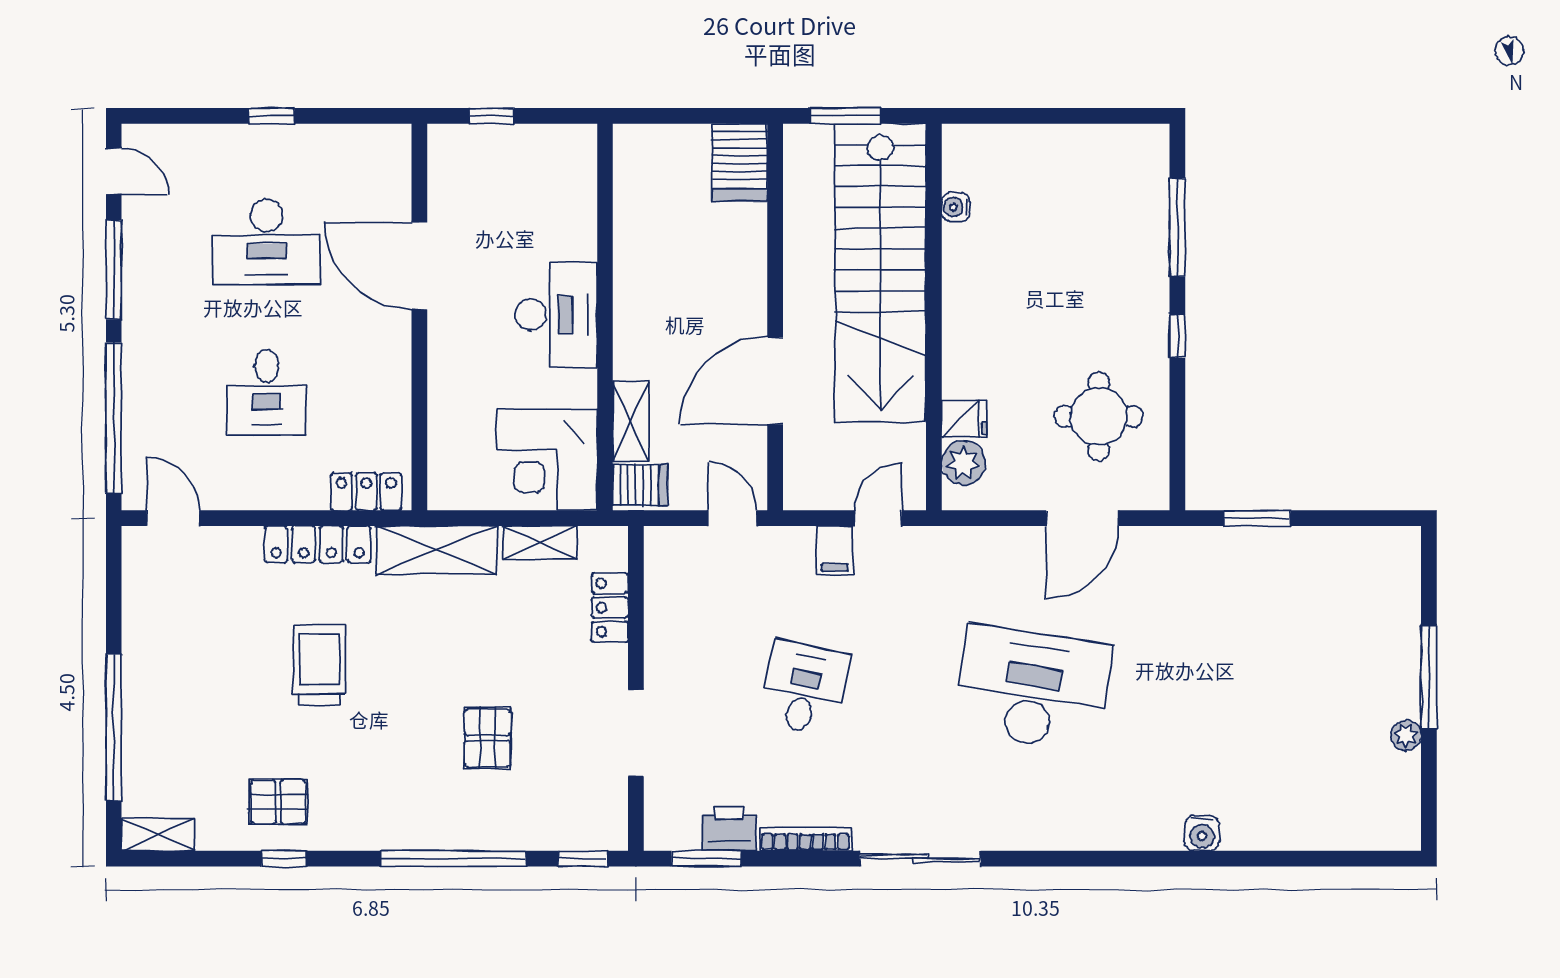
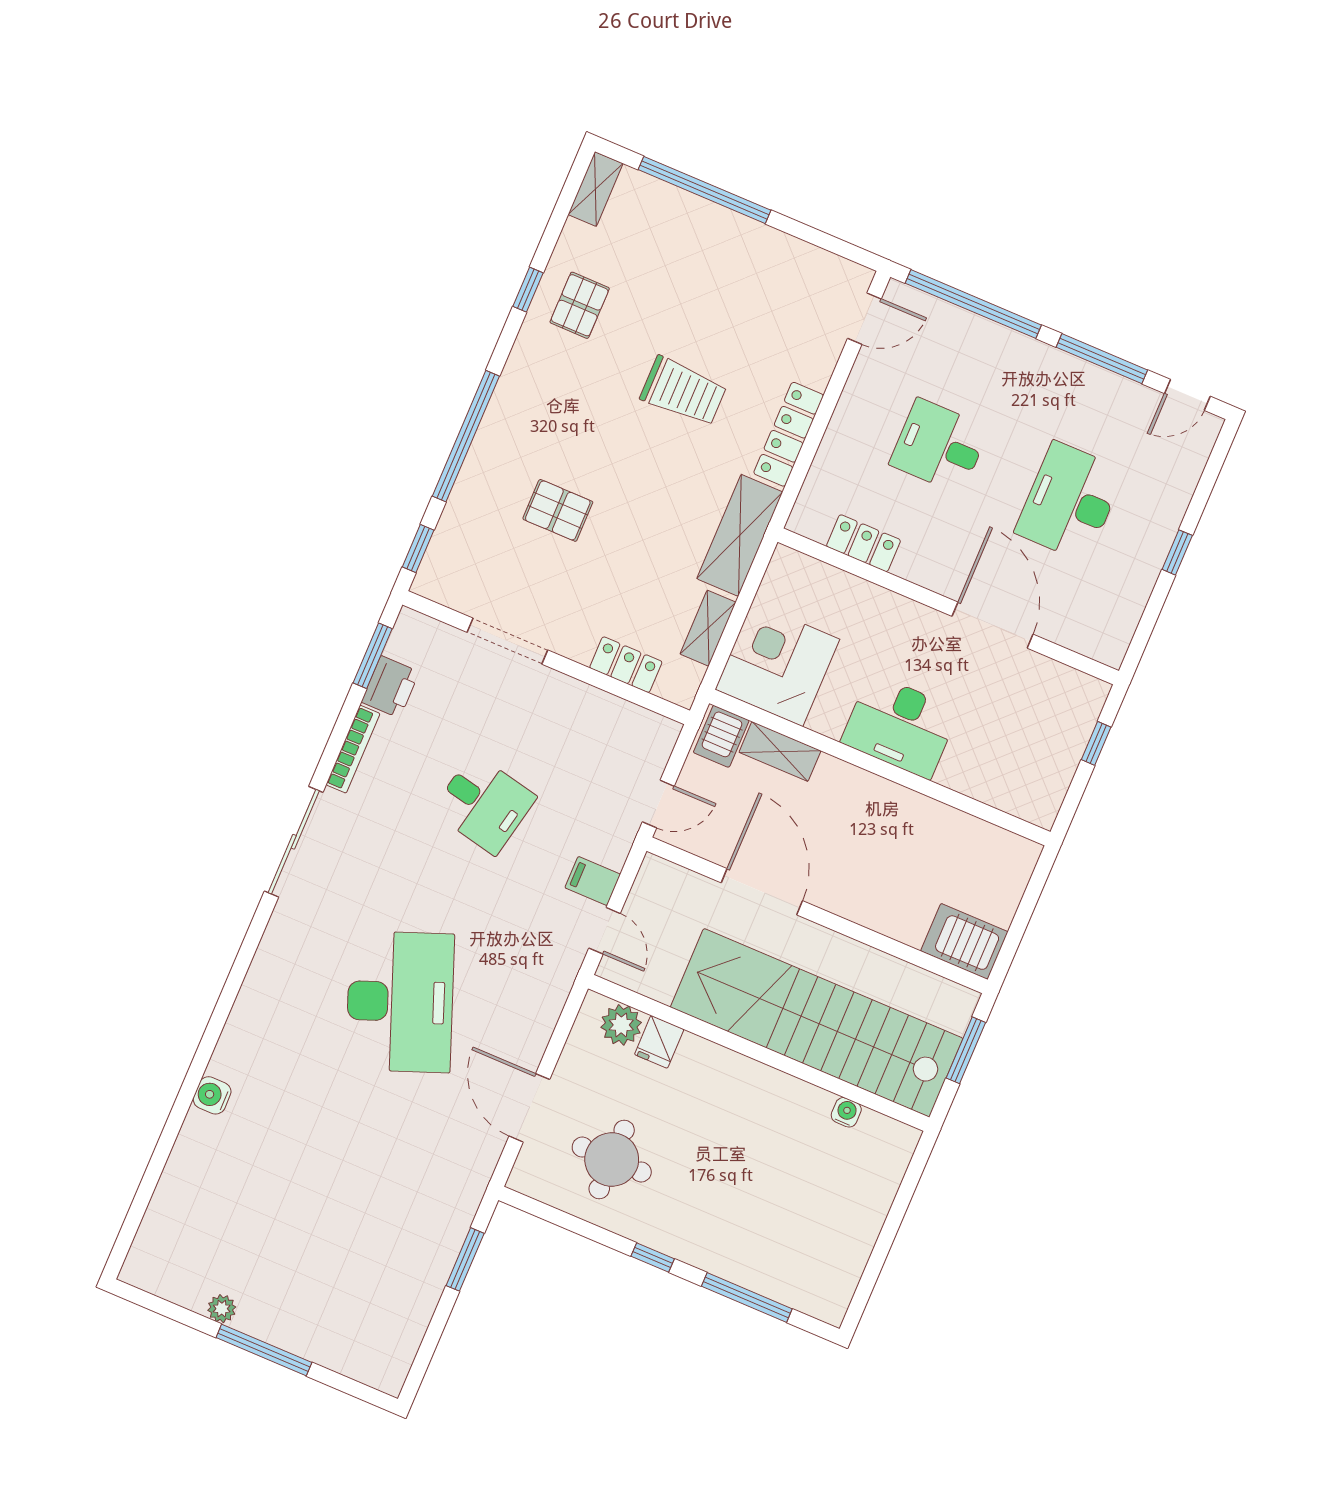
door: (419, 266) -> (993, 625), hinge flipped
locker: (366, 492) -> (863, 543), moved, turned -90
desk: (1032, 688) -> (400, 1002), turned -30

